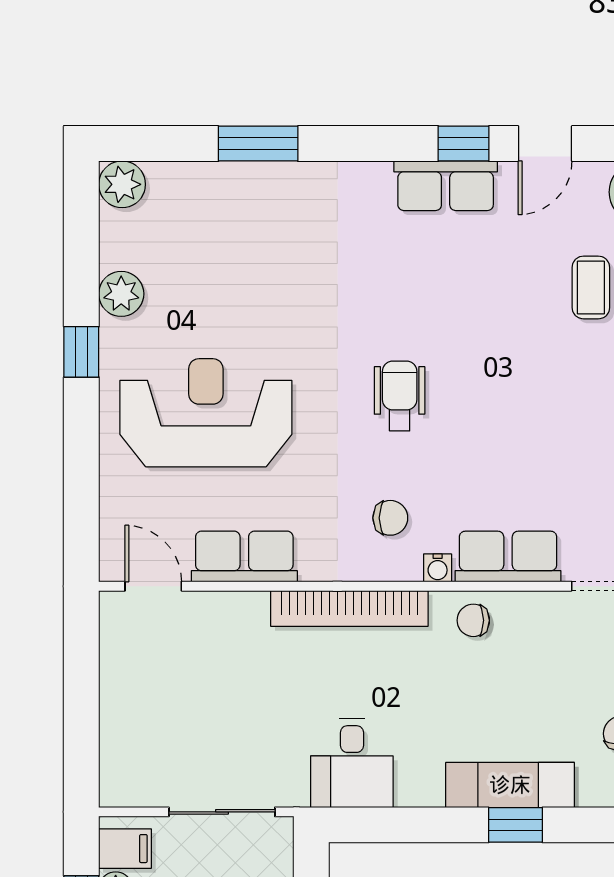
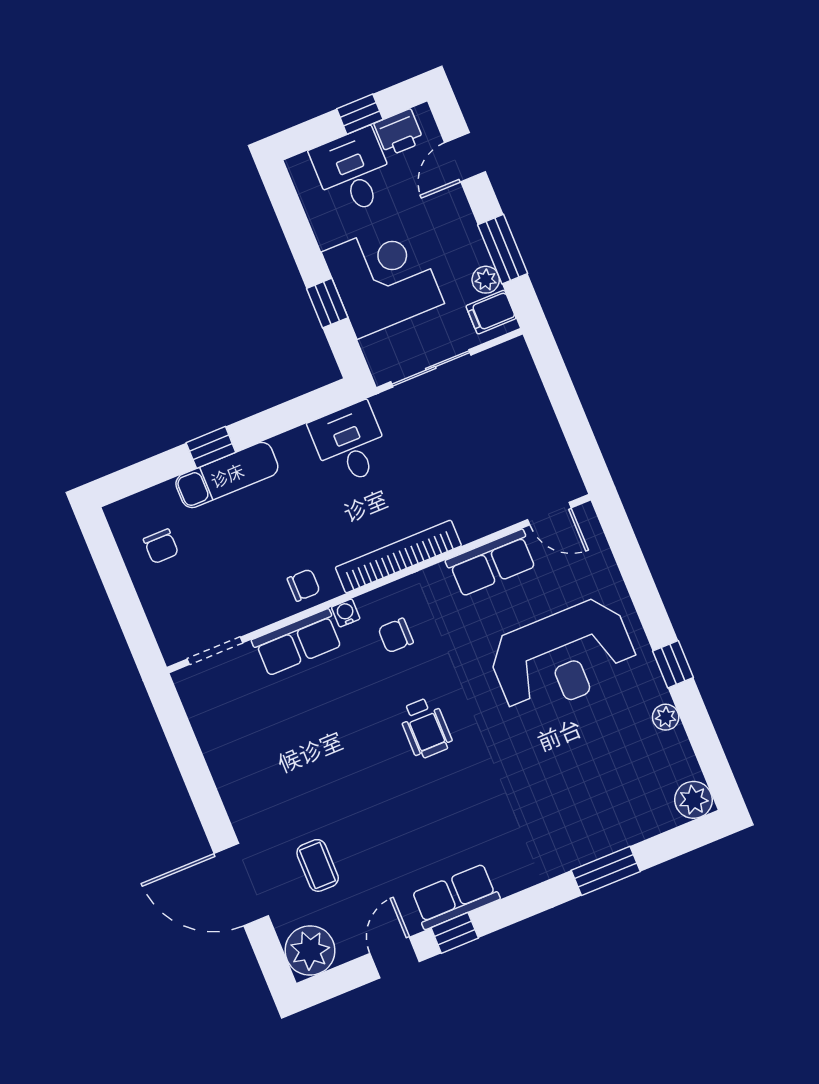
plant: (121, 294) -> (666, 717), width x0.73, depth x0.73

